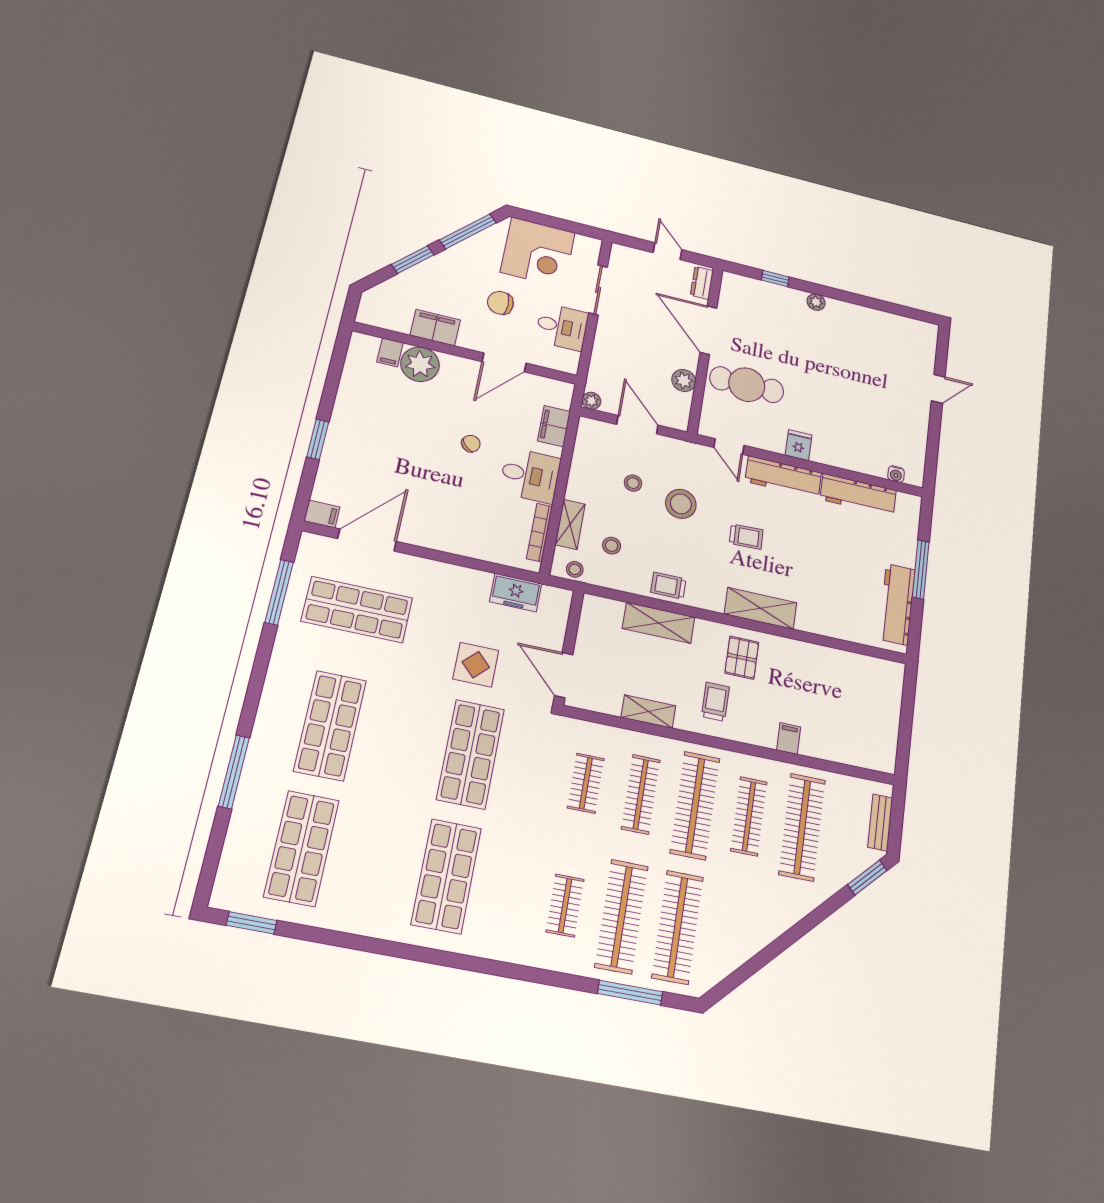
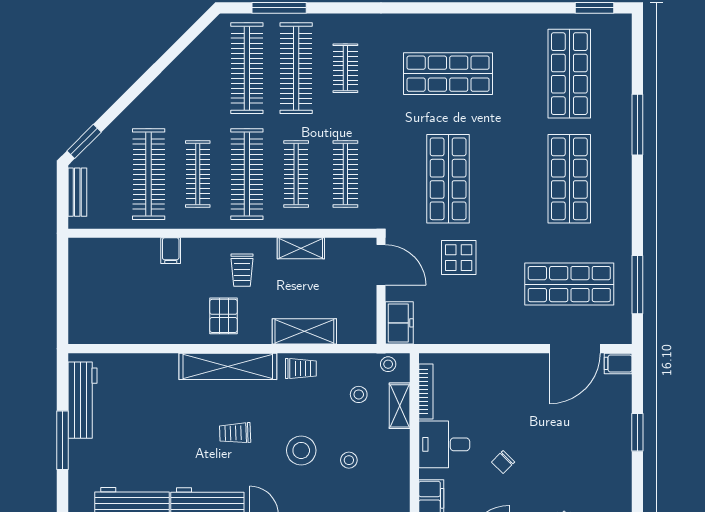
freezer: (516, 593) -> (399, 323), moved, turned 90
shelving: (761, 608) -> (228, 366), width x1.47
clothes rail: (586, 783) -> (345, 174), width x1.36
shop shelf: (446, 876) -> (448, 74), turned 90

